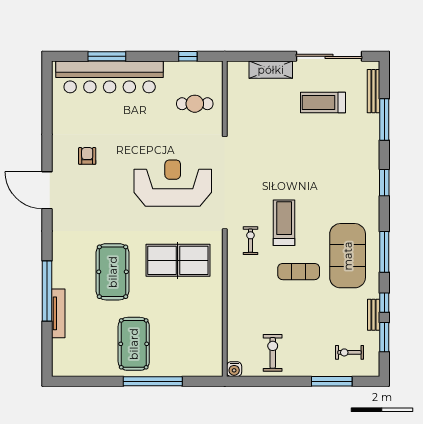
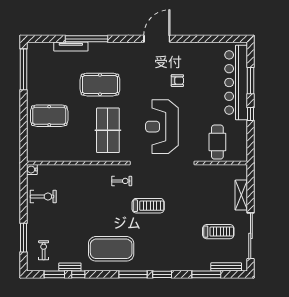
window: (188, 56) -> (251, 114), moved
treadmill: (323, 102) -> (218, 232), turned 90
cafe table: (195, 104) -> (217, 142), width x1.37, depth x1.35
armchair: (87, 156) -> (177, 81), moved
reception desk: (173, 183) -> (162, 127), turned 180
treadmill: (284, 223) -> (148, 206), moved
window: (384, 252) -> (133, 274), moved
exercise mat: (299, 272) -> (100, 215), removed
pool table: (134, 344) -> (49, 116), moved
window: (153, 381) -> (23, 69), moved

